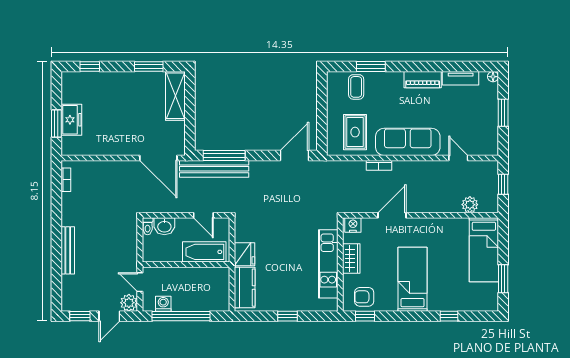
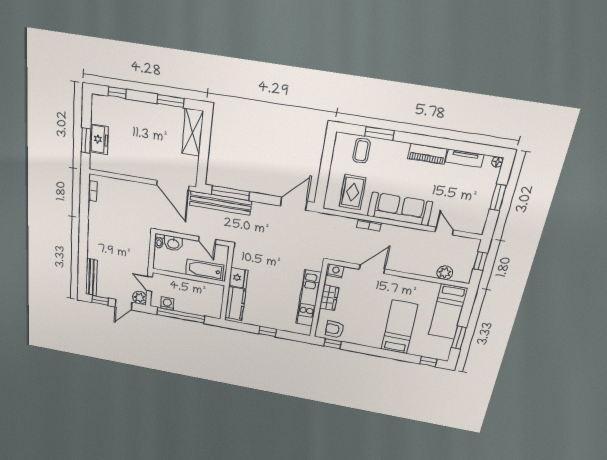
bench: (68, 250) -> (91, 277), moved
bed: (413, 279) -> (400, 327), moved
window: (449, 316) -> (428, 362), moved

